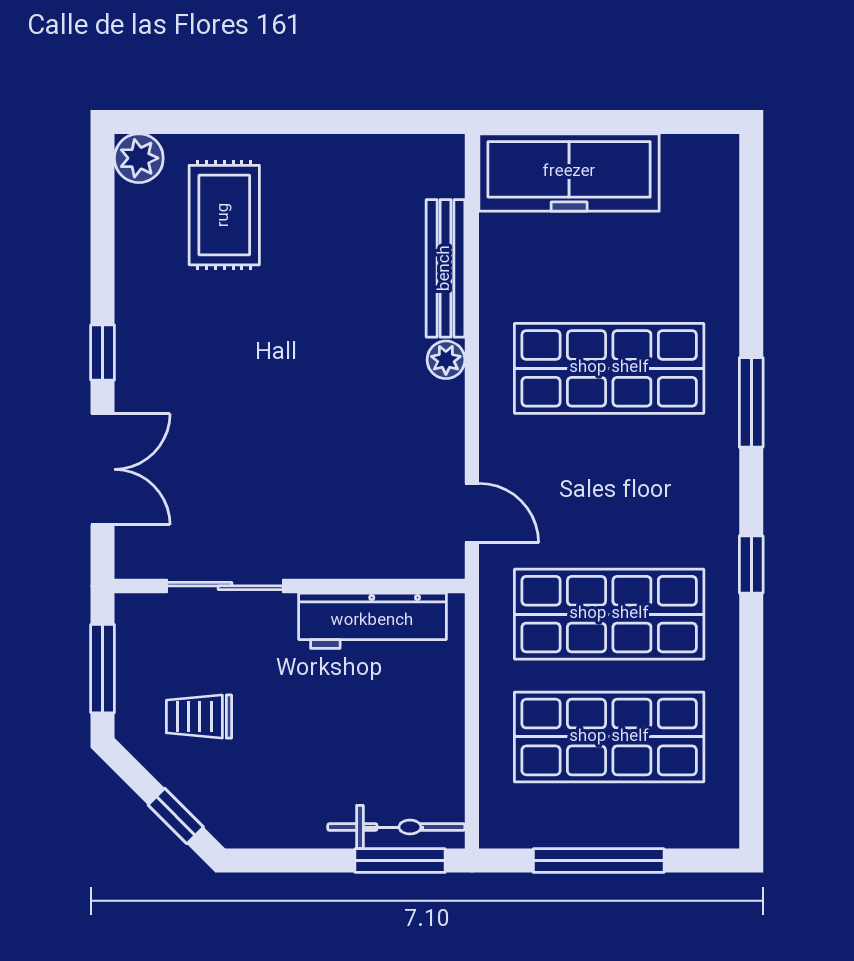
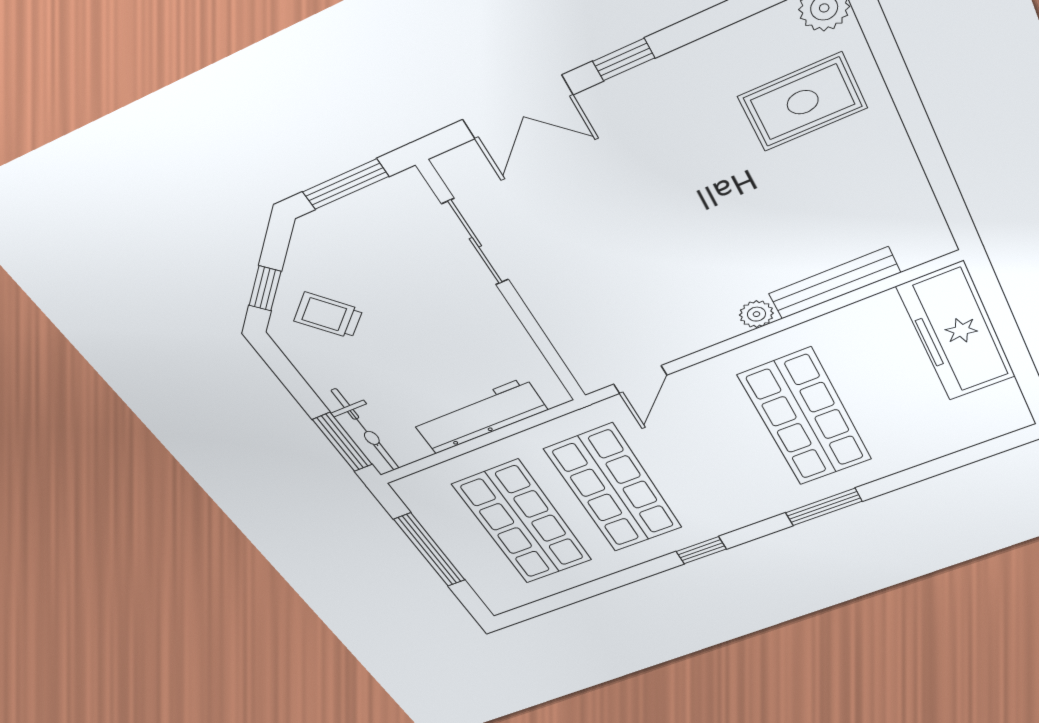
workbench: (372, 621) -> (480, 416), moved, turned 90
trolley: (199, 717) -> (328, 315), moved, turned -41

